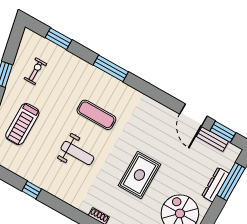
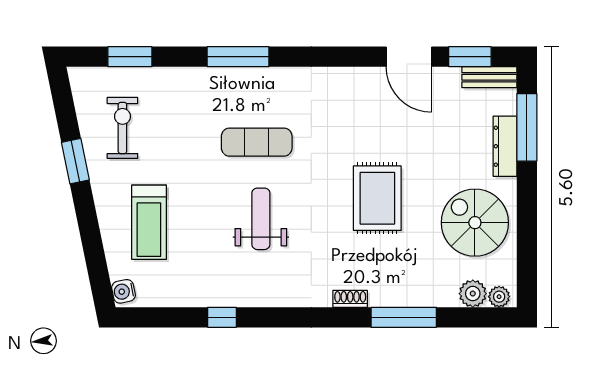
exercise bike: (35, 71) -> (122, 128), width x1.38, depth x1.39
bench: (212, 139) -> (489, 77), moved
weight bench: (77, 153) -> (261, 219), turned -90

